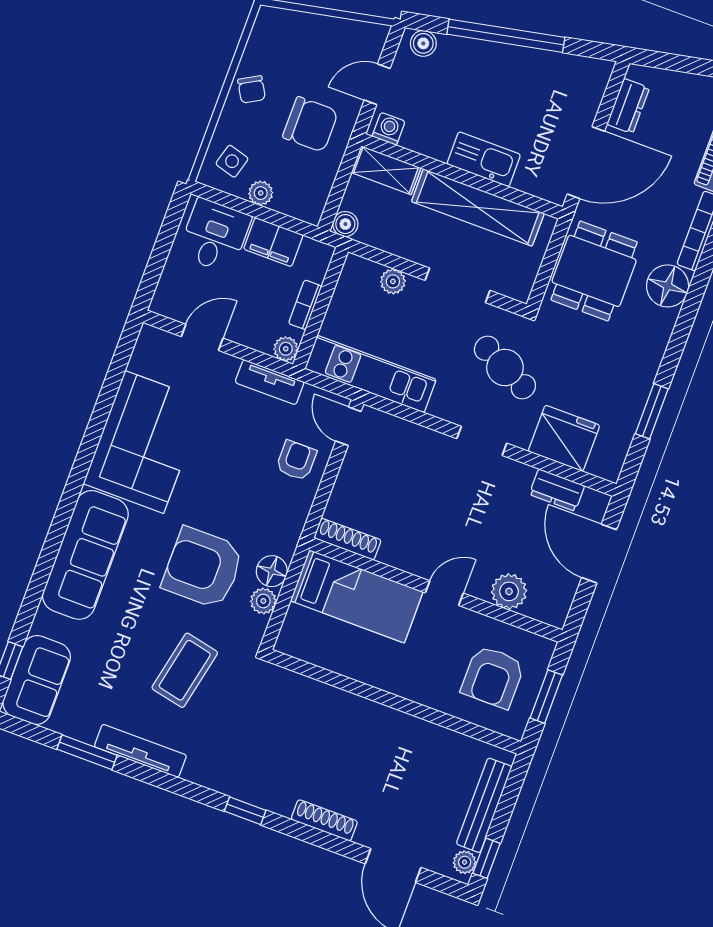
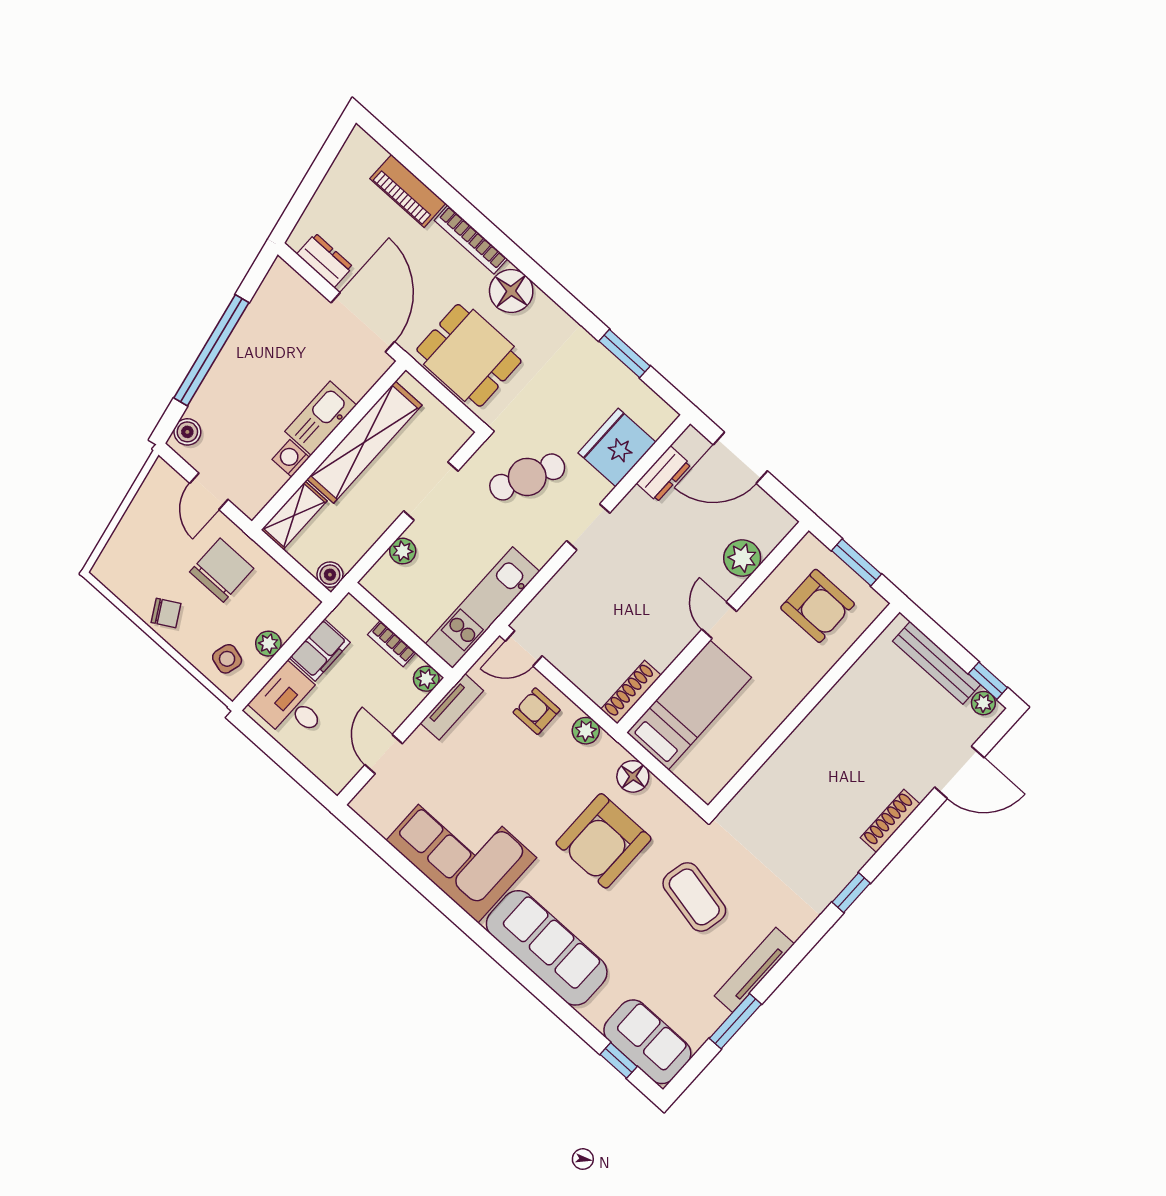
washing machine: (389, 129) -> (291, 458), moved
plant: (263, 601) -> (586, 731), moved

